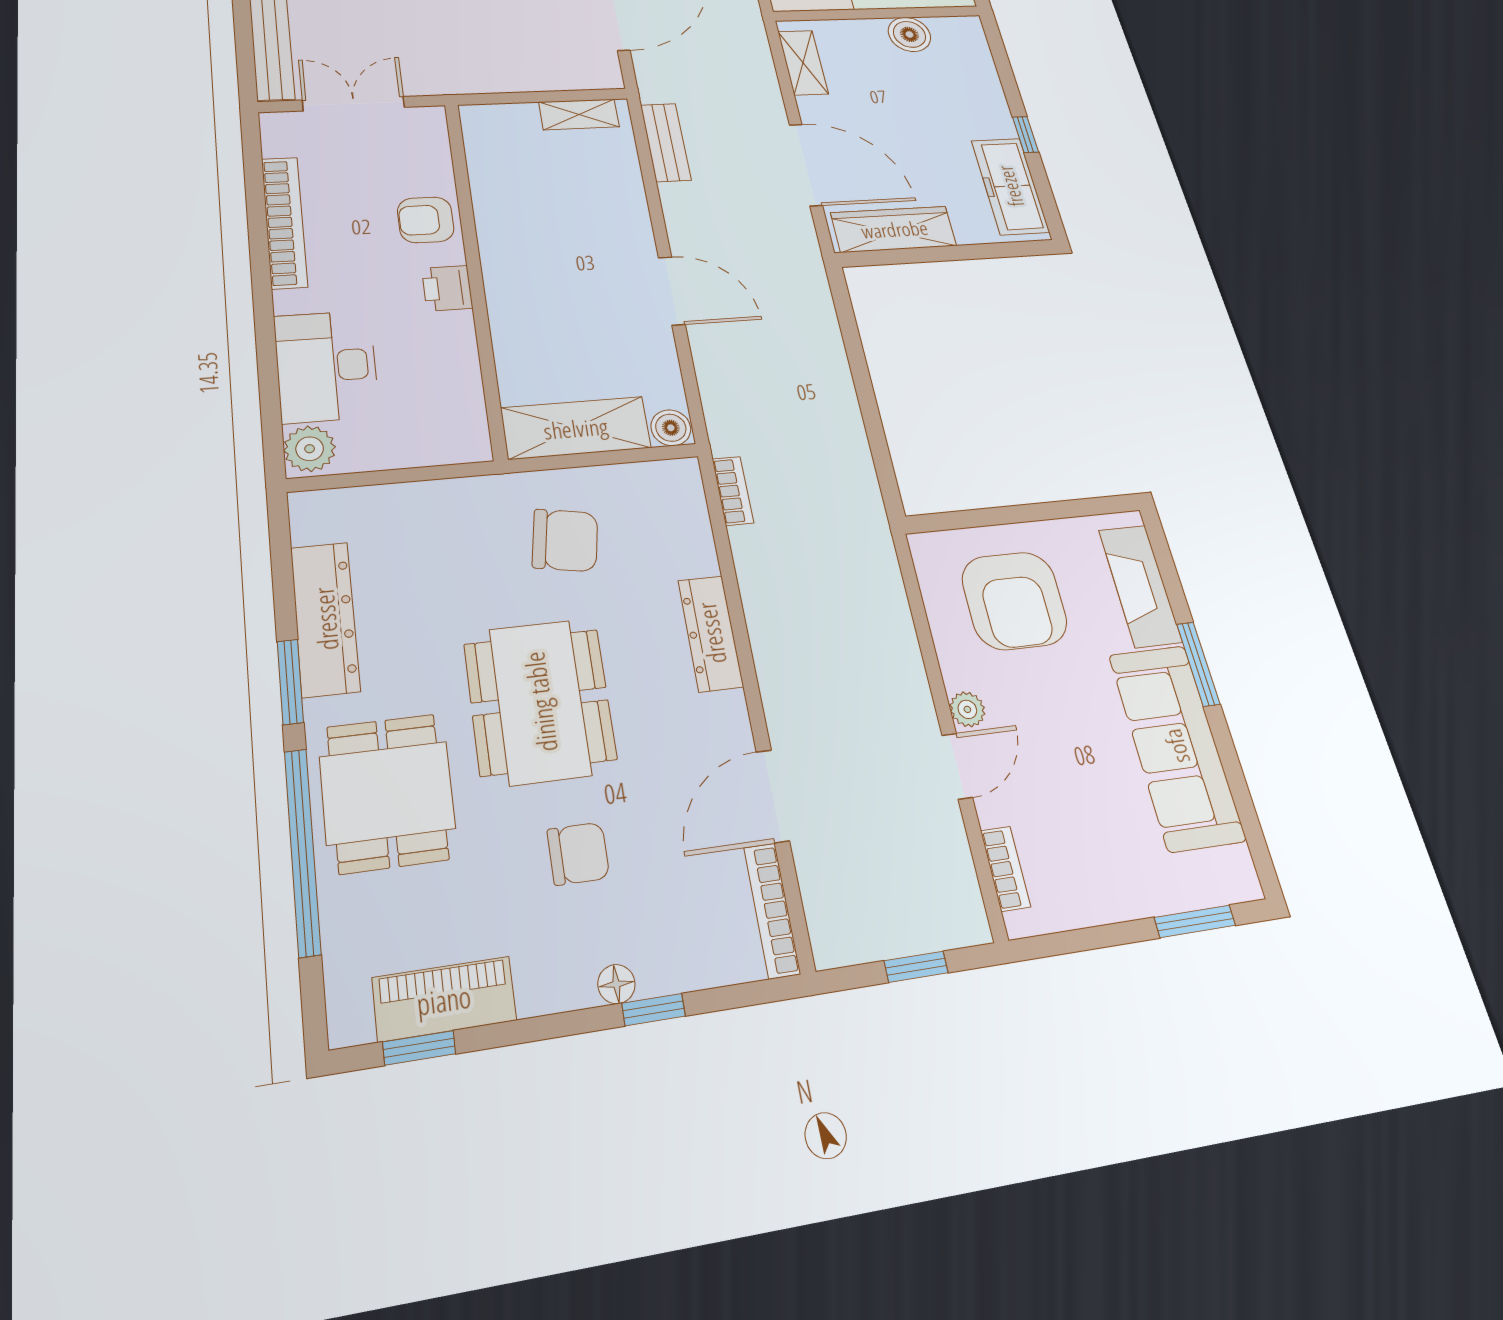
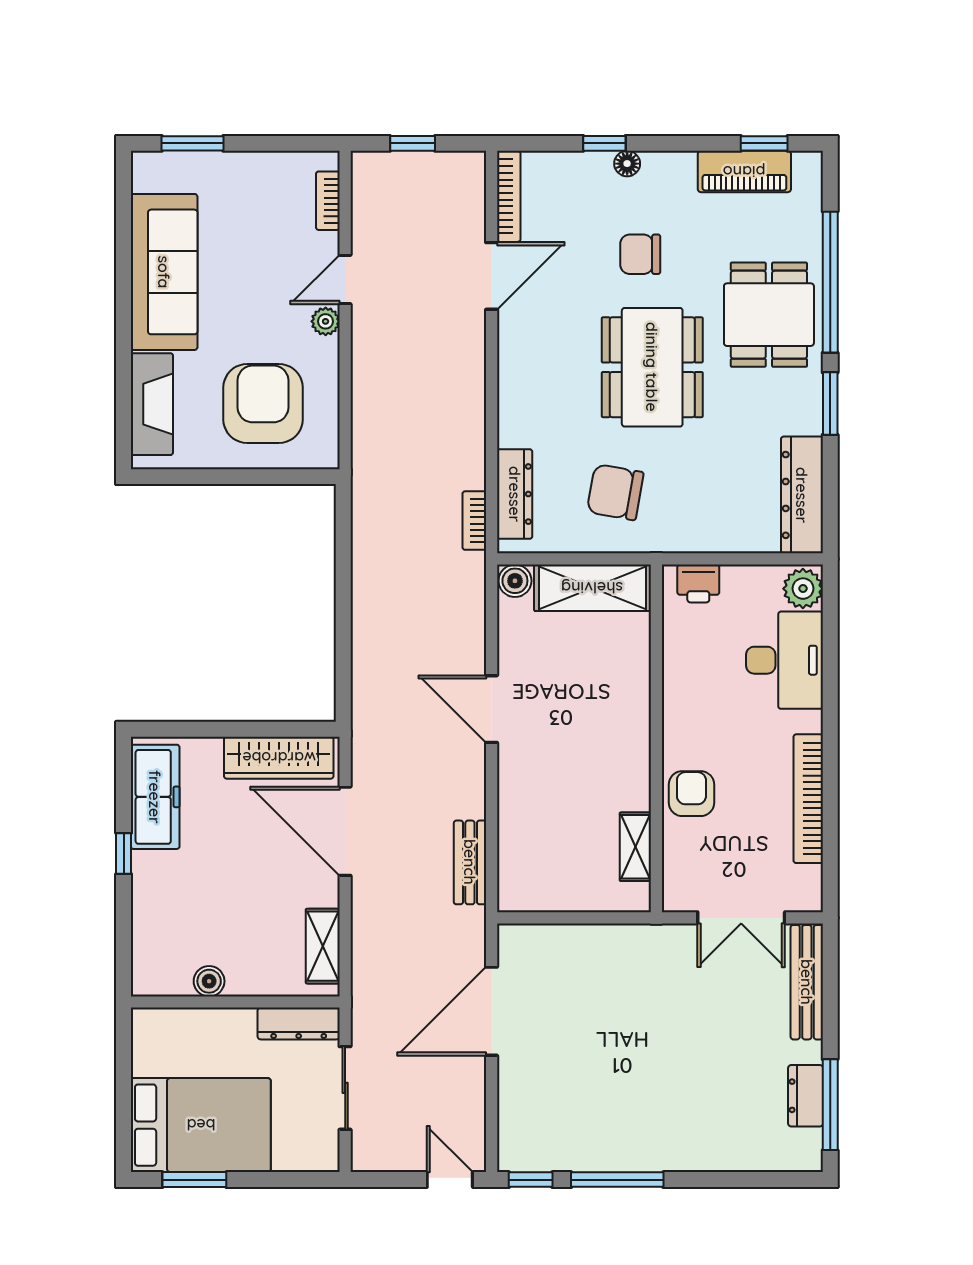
boiler: (909, 34) -> (209, 981), width x0.73, depth x0.73
shelving: (579, 114) -> (635, 847), moved, turned 90
armchair: (426, 220) -> (691, 794), turned -90
printer: (447, 288) -> (698, 583), moved, turned 90
dresser: (325, 619) -> (802, 495), moved
dresser: (711, 633) -> (515, 494), moved
window: (1198, 664) -> (124, 334), removed

